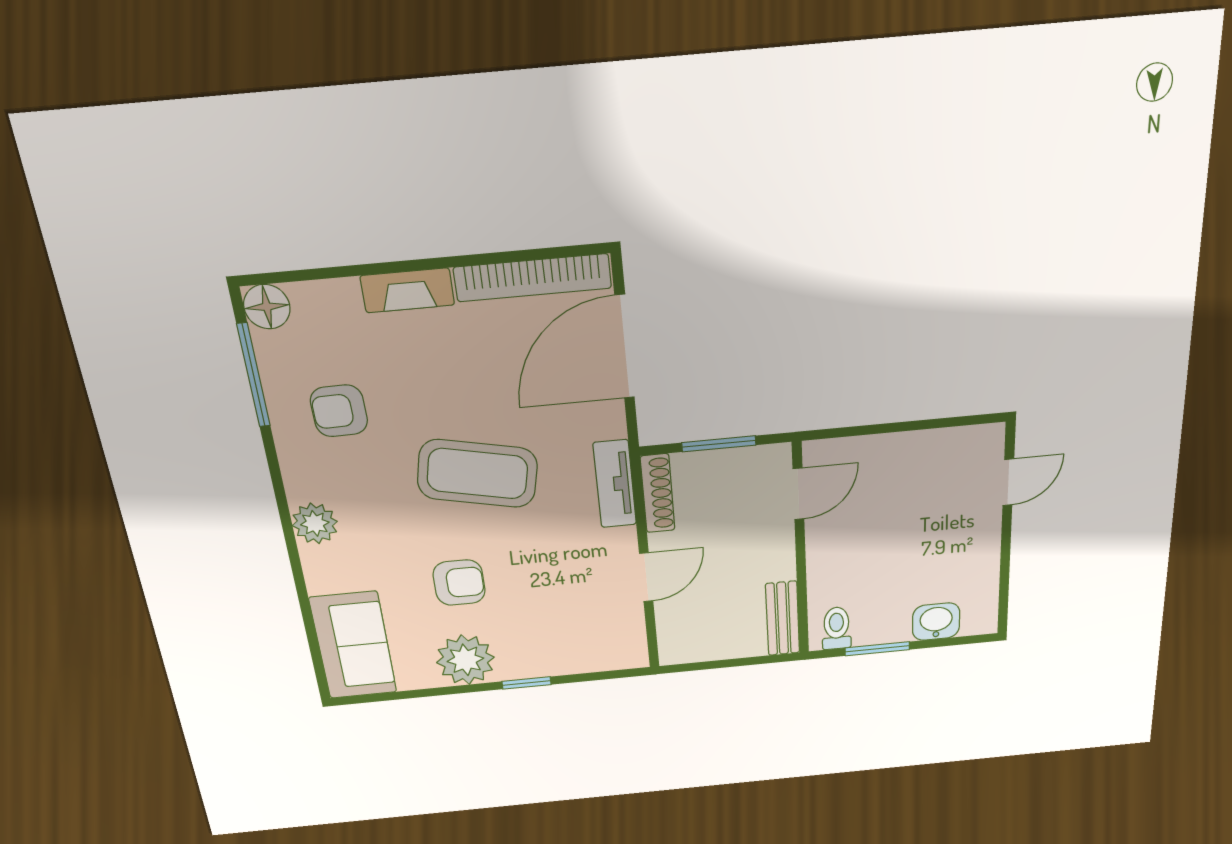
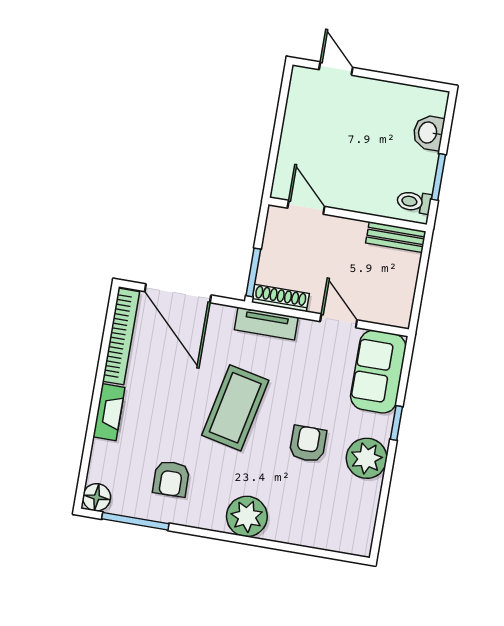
window: (719, 444) -> (253, 272), moved
plant: (315, 523) -> (247, 516), width x1.36, depth x1.36
sofa: (353, 645) -> (378, 372), moved, turned -90

